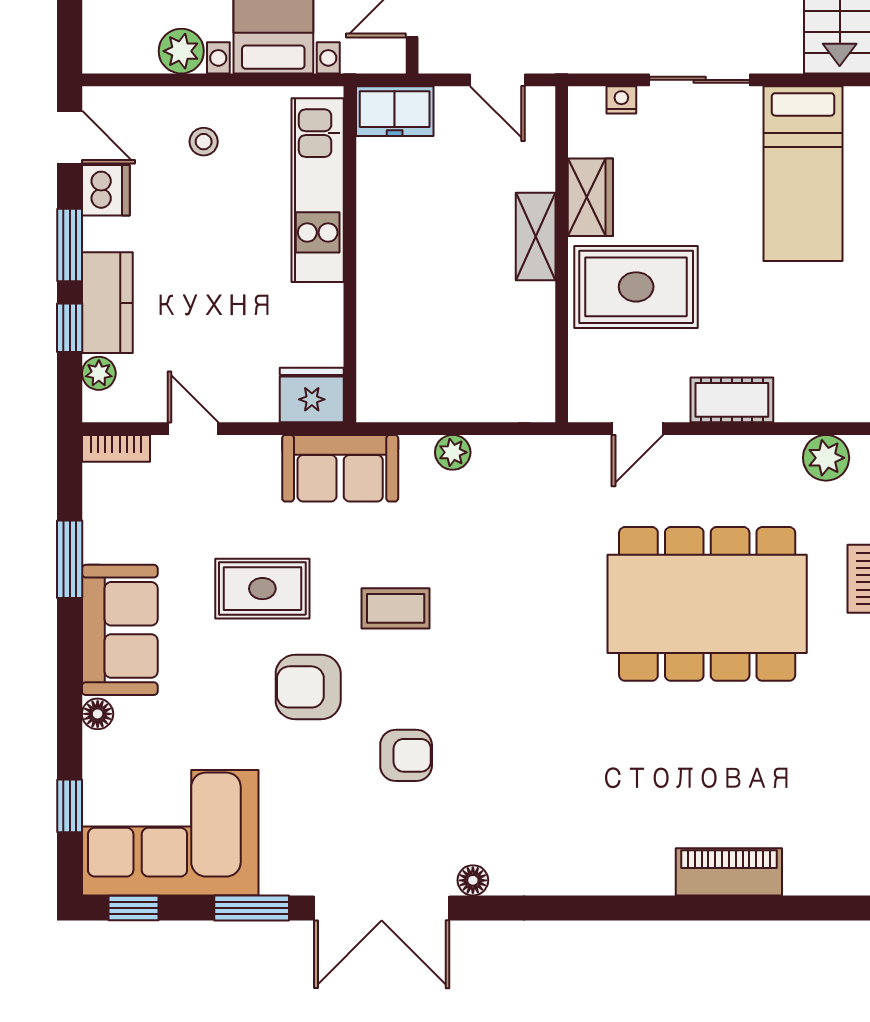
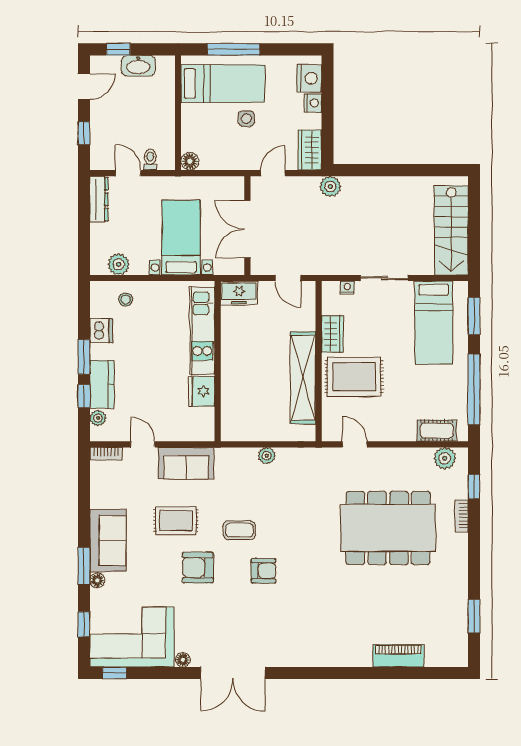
plant: (181, 51) -> (119, 264), moved
door: (70, 137) -> (84, 305), removed
stool: (204, 142) -> (126, 300), moved
shelving: (536, 236) -> (303, 378), width x2.20, depth x1.33
fridge: (312, 395) -> (202, 391), moved, turned -90
cot: (732, 400) -> (437, 431), moved
door: (637, 429) -> (355, 444), swing flipped
sofa: (340, 468) -> (186, 463), moved
window: (70, 559) -> (84, 566), moved
armchair: (406, 755) -> (264, 571), moved
floor lamp: (473, 880) -> (183, 660), moved
window: (252, 908) -> (171, 673), removed

